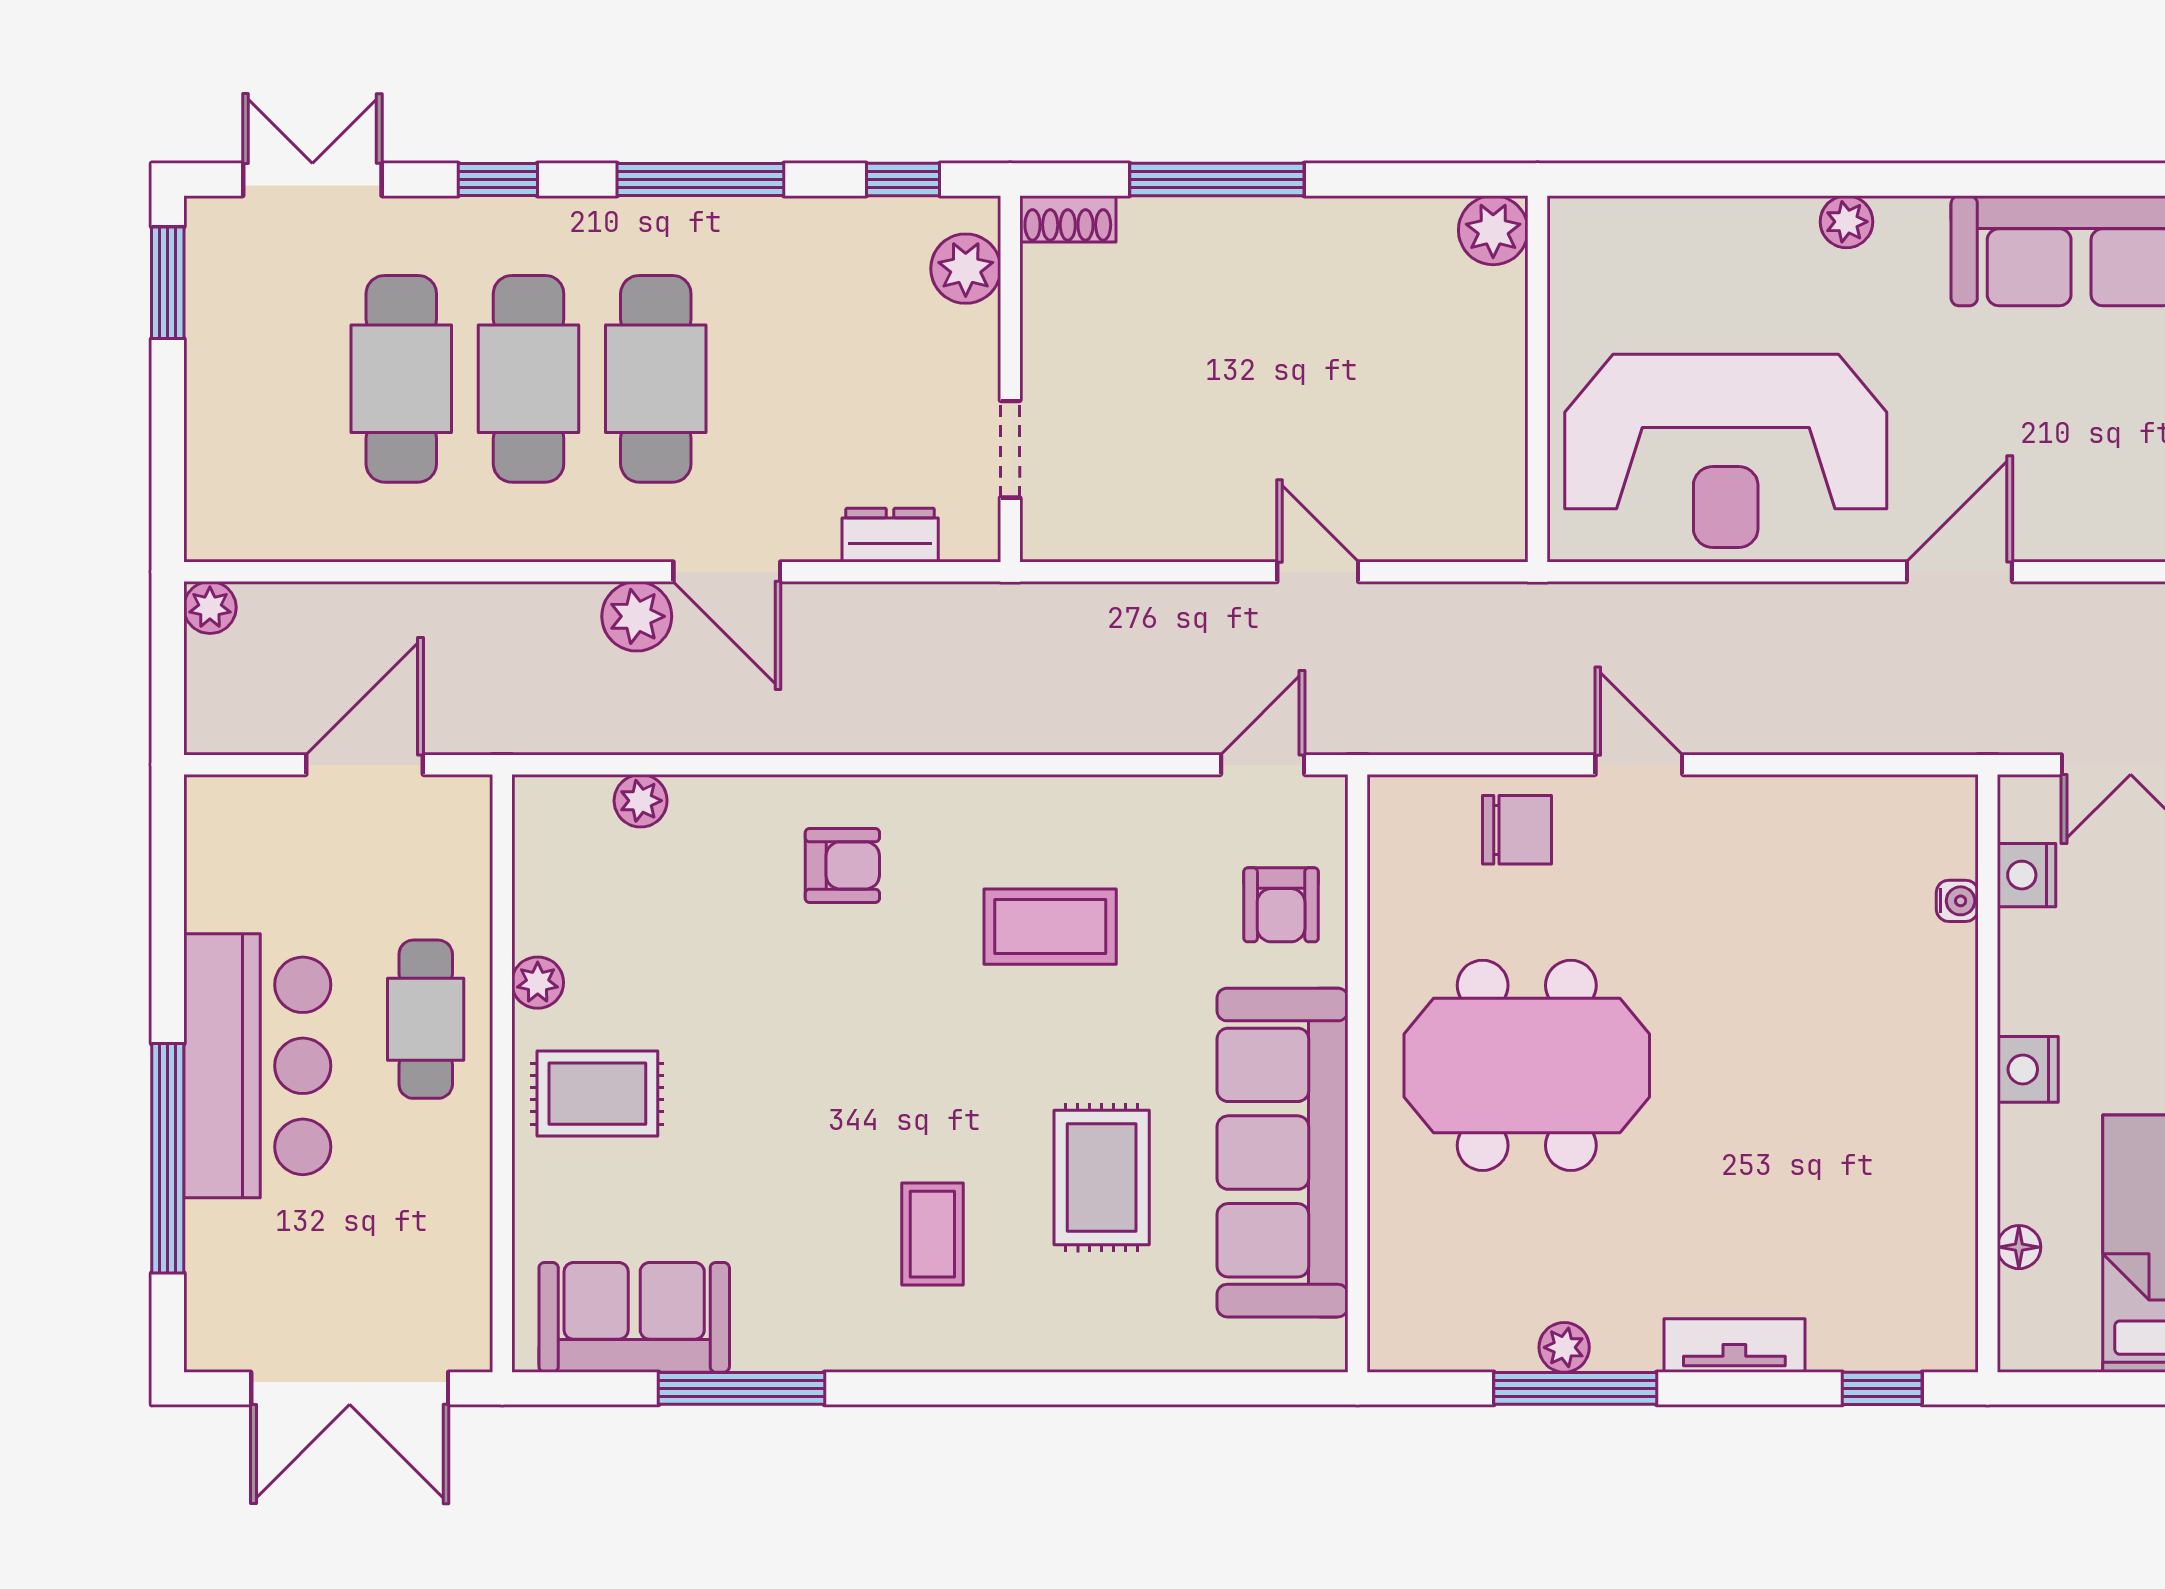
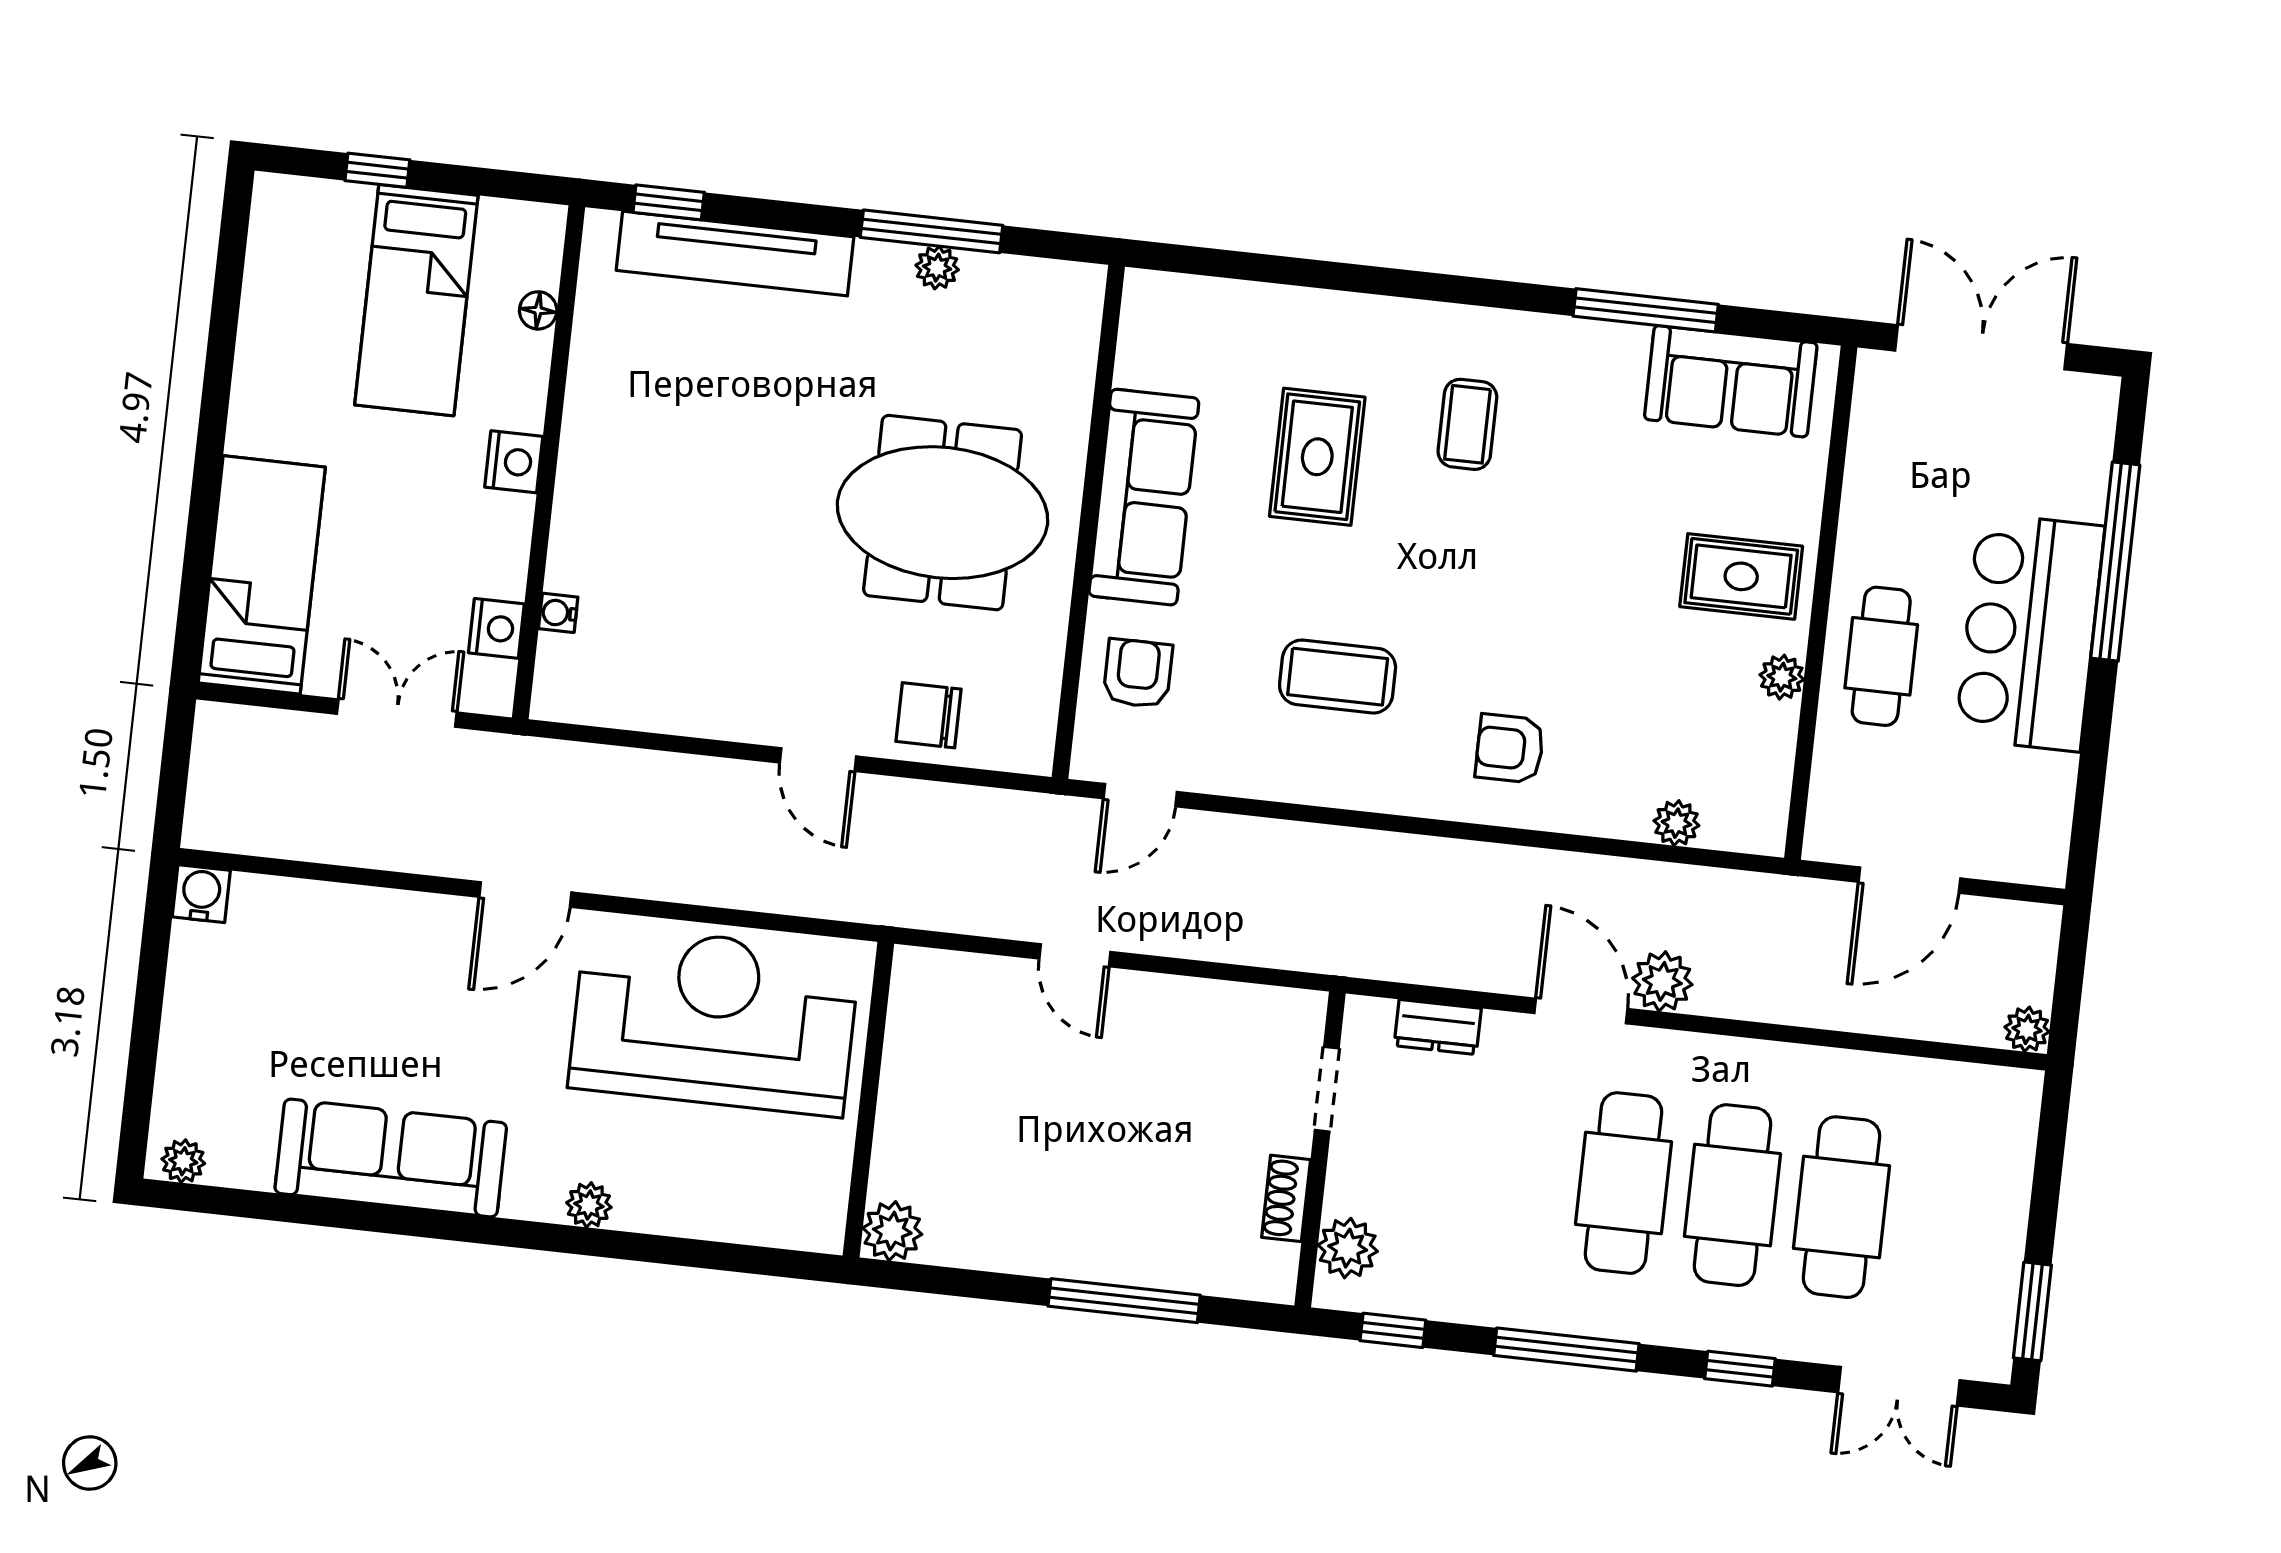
shoe rack: (1068, 219) -> (1286, 1198), moved, turned -90
sofa: (1282, 1153) -> (1144, 497), width x0.74, depth x0.79
tv unit: (1734, 1345) -> (735, 254), width x1.92, depth x1.29

